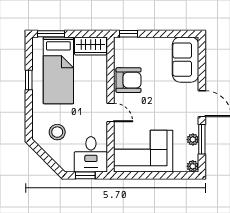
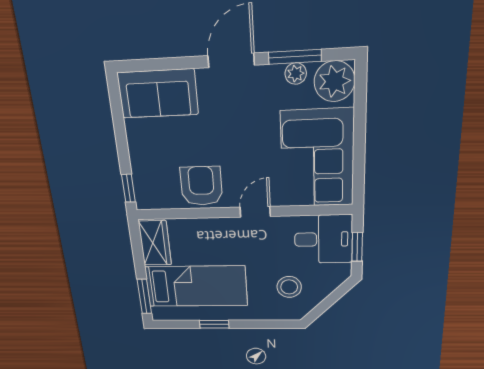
plant: (193, 166) -> (334, 81), width x1.88, depth x1.88

